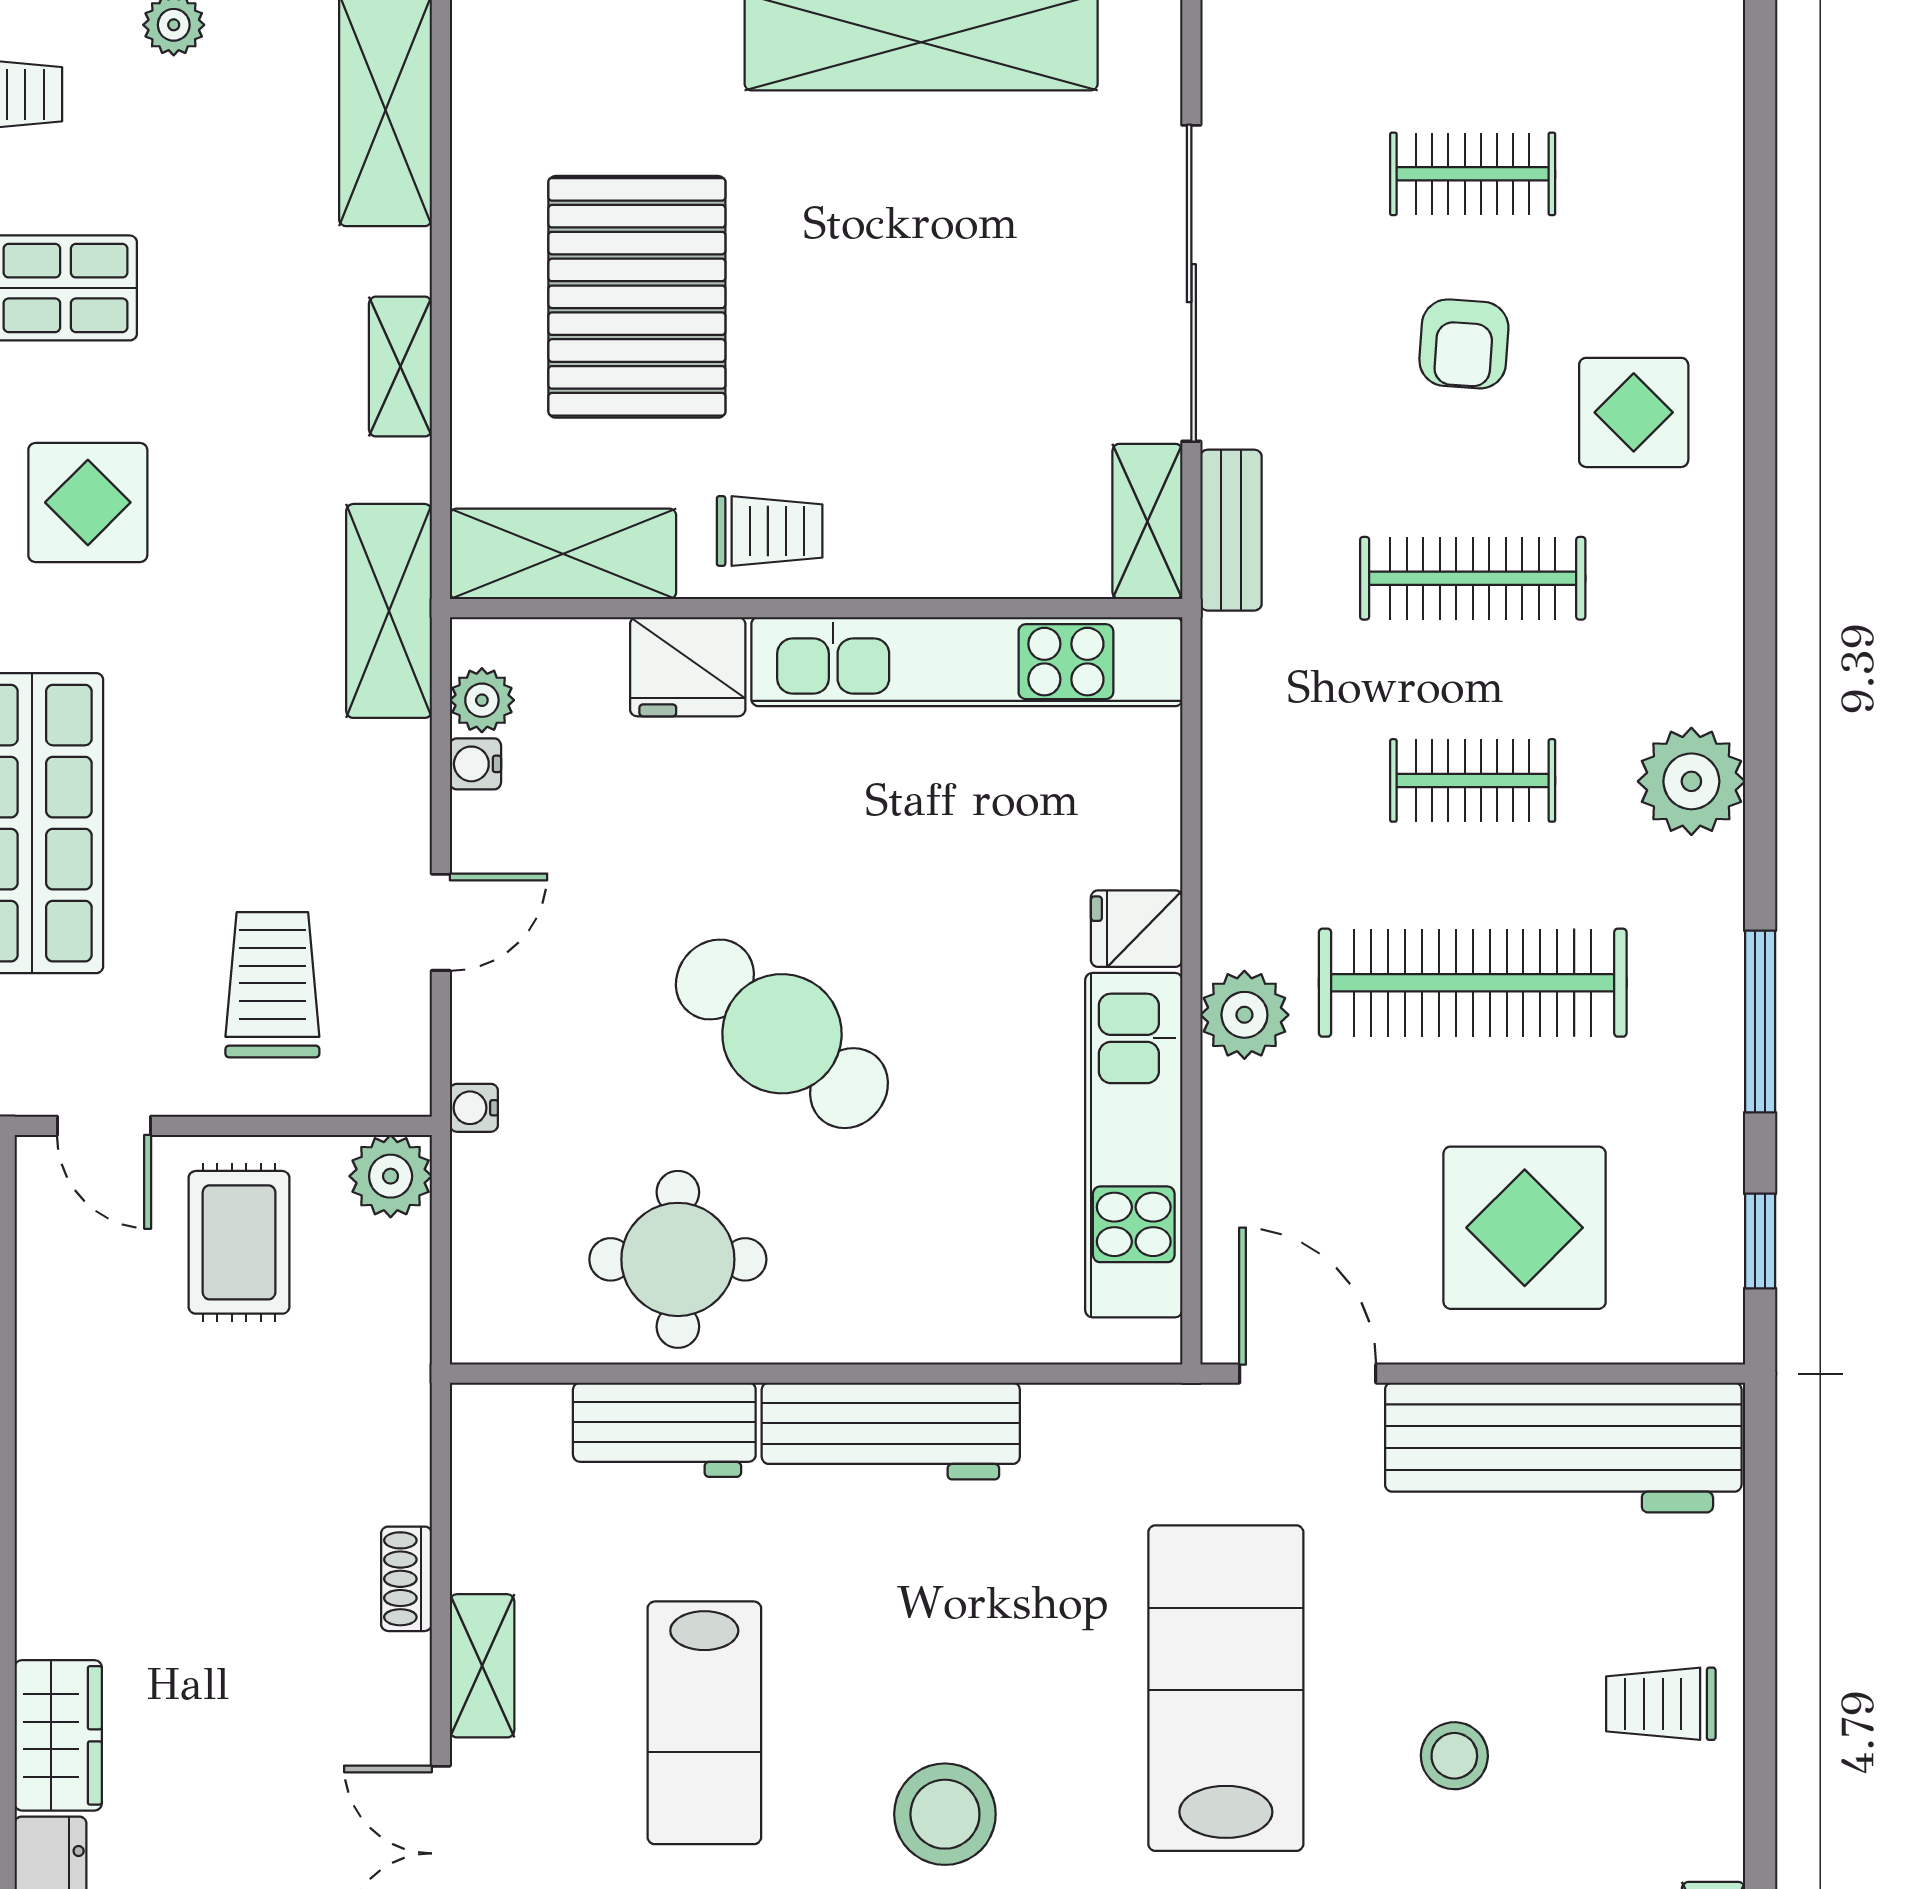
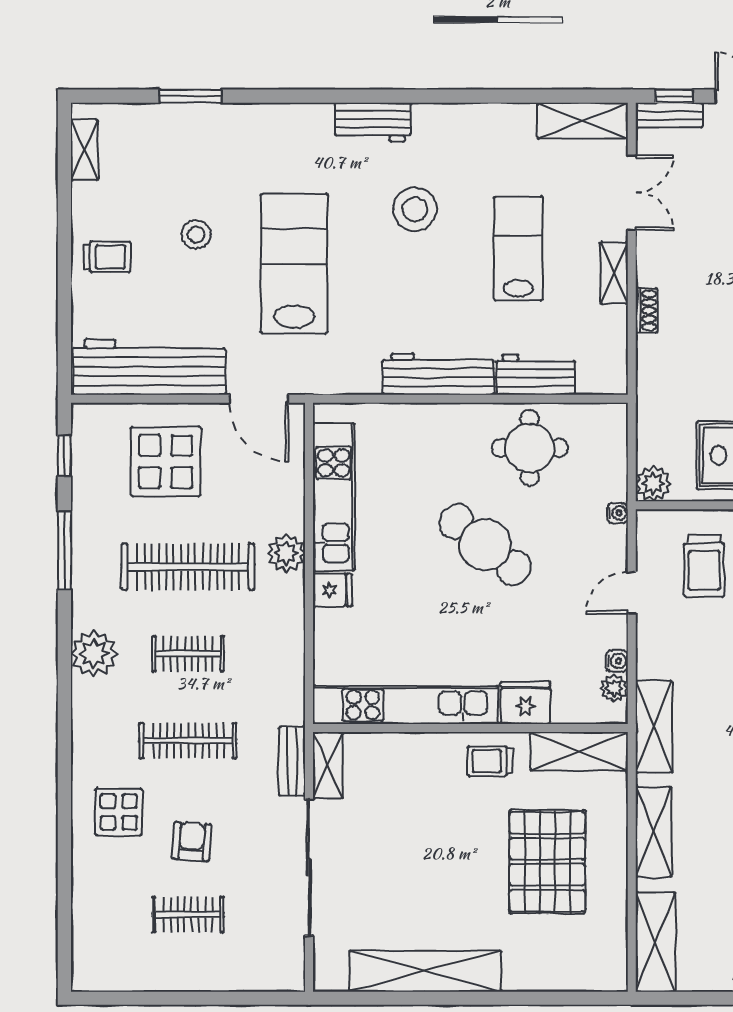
shelving: (400, 367) -> (654, 832), width x1.50, depth x1.33
lab bench: (1226, 1688) -> (294, 264), turned 180

